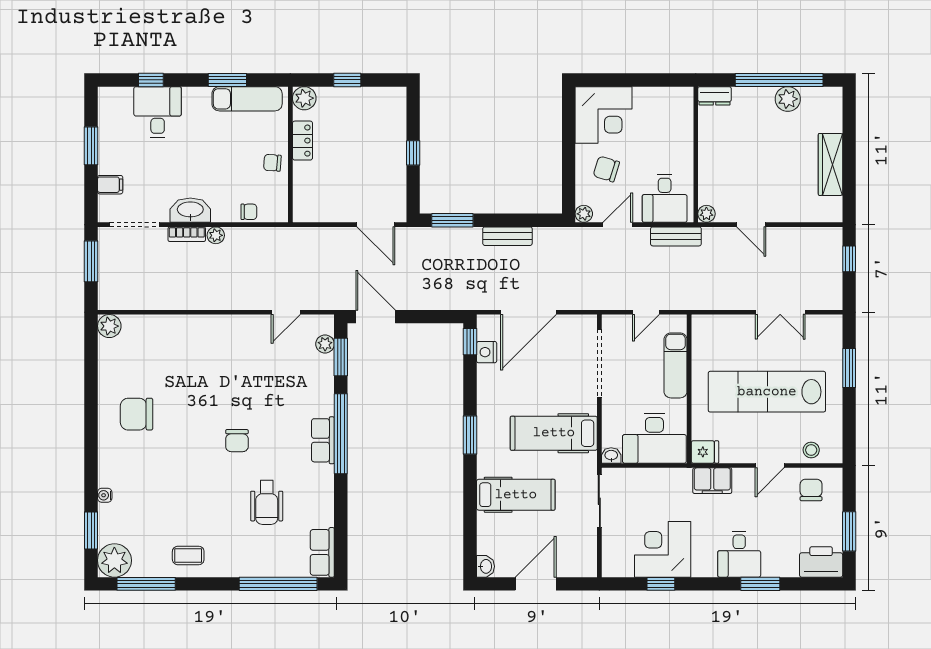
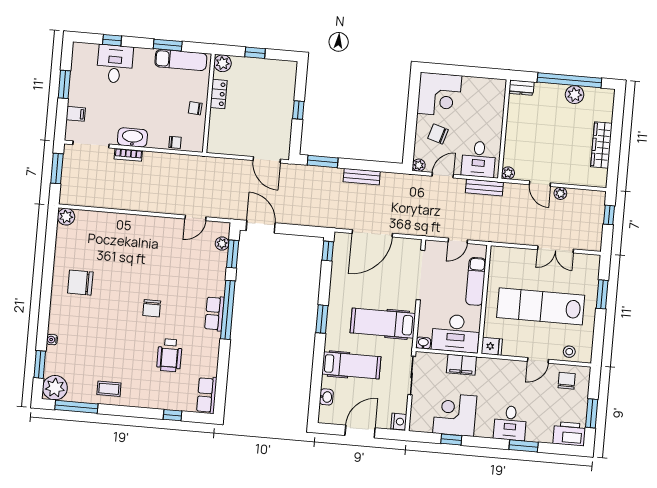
plant: (216, 235) -> (560, 193), moved
nightstand: (487, 352) -> (399, 422), moved, turned 180
filing cabinet: (712, 481) -> (461, 365), moved
washbasin: (485, 566) -> (326, 397), moved
window: (278, 584) -> (173, 415), width x0.32

